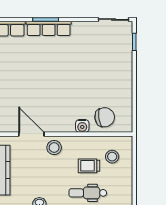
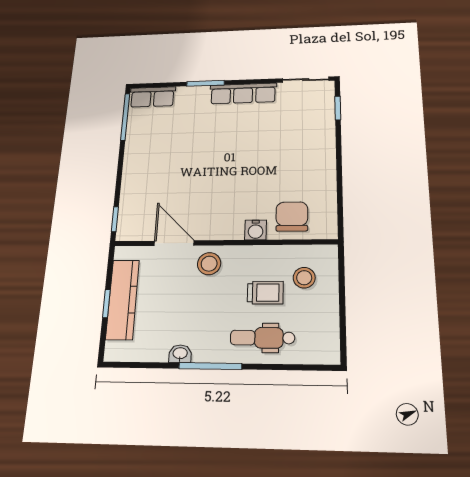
row of seats: (49, 28) -> (243, 93), moved
chair: (105, 117) -> (292, 216), turned -82
trolley: (89, 166) -> (265, 293), turned 180

